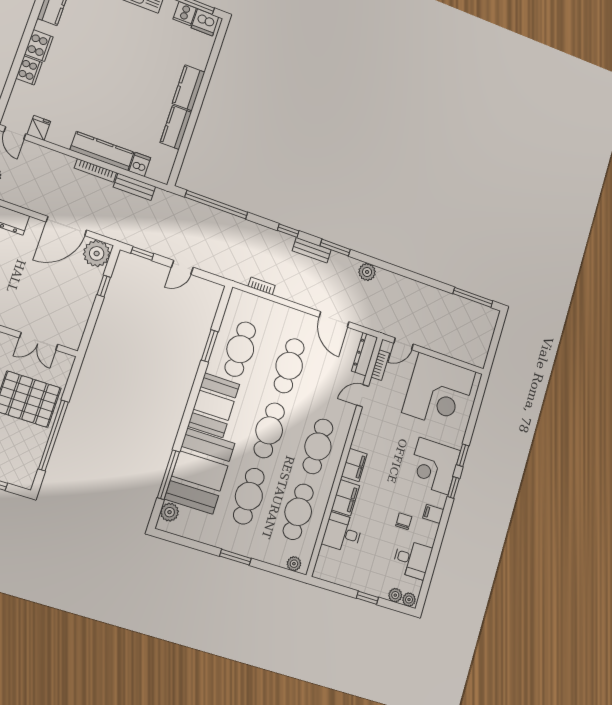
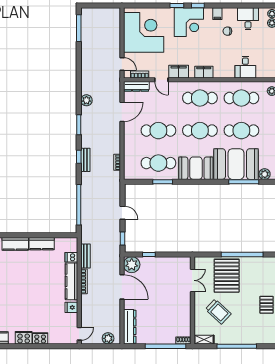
fridge: (39, 128) -> (71, 307), moved
bench: (312, 250) -> (85, 160), moved
filing cabinet: (345, 498) -> (179, 72), moved

